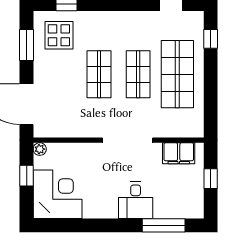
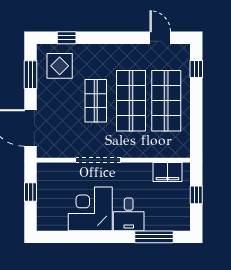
shop shelf: (138, 74) -> (131, 101), width x1.43, depth x1.36
doorway: (127, 140) -> (98, 160), moved
plant: (40, 149) -> (42, 168), removed
corner desk: (58, 194) -> (90, 209), moved, turned -90

